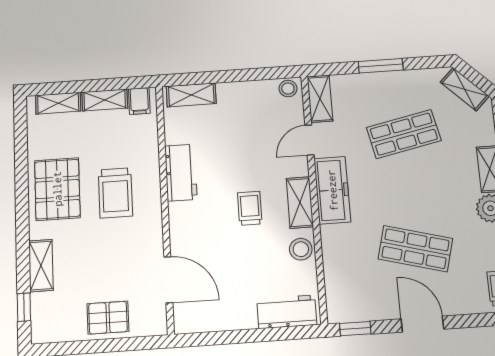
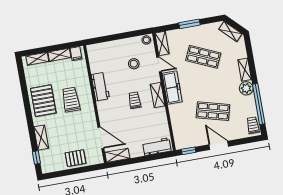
shelving: (191, 95) -> (117, 155), moved
shop shelf: (404, 134) -> (203, 57), turned 36
door: (309, 140) -> (159, 64), swing flipped
trolley: (115, 193) -> (71, 100), turned 180
stool: (301, 249) -> (134, 64), moved

